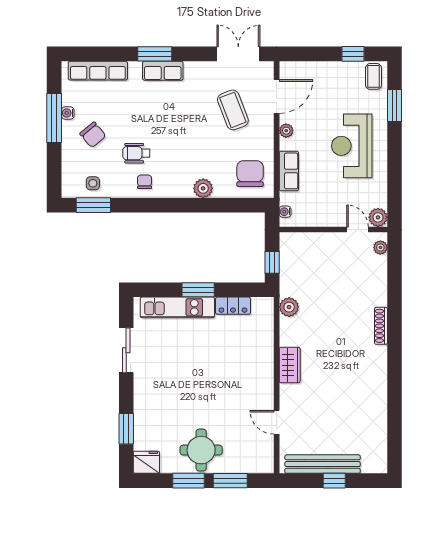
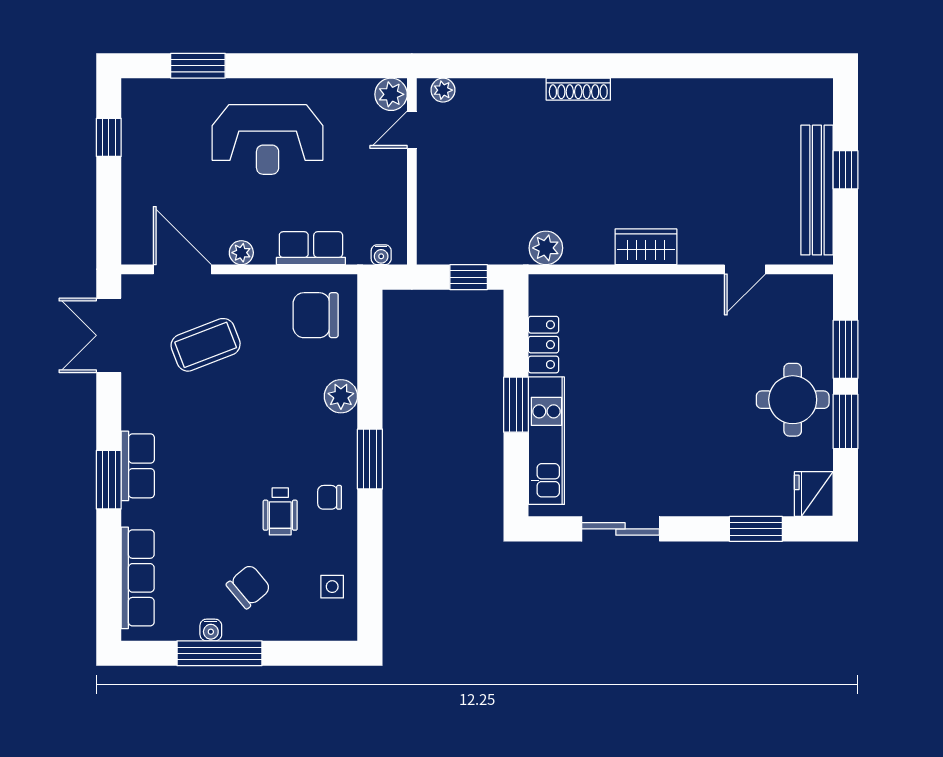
coffee table: (373, 76) -> (148, 102), removed
window: (93, 205) -> (370, 459), moved

